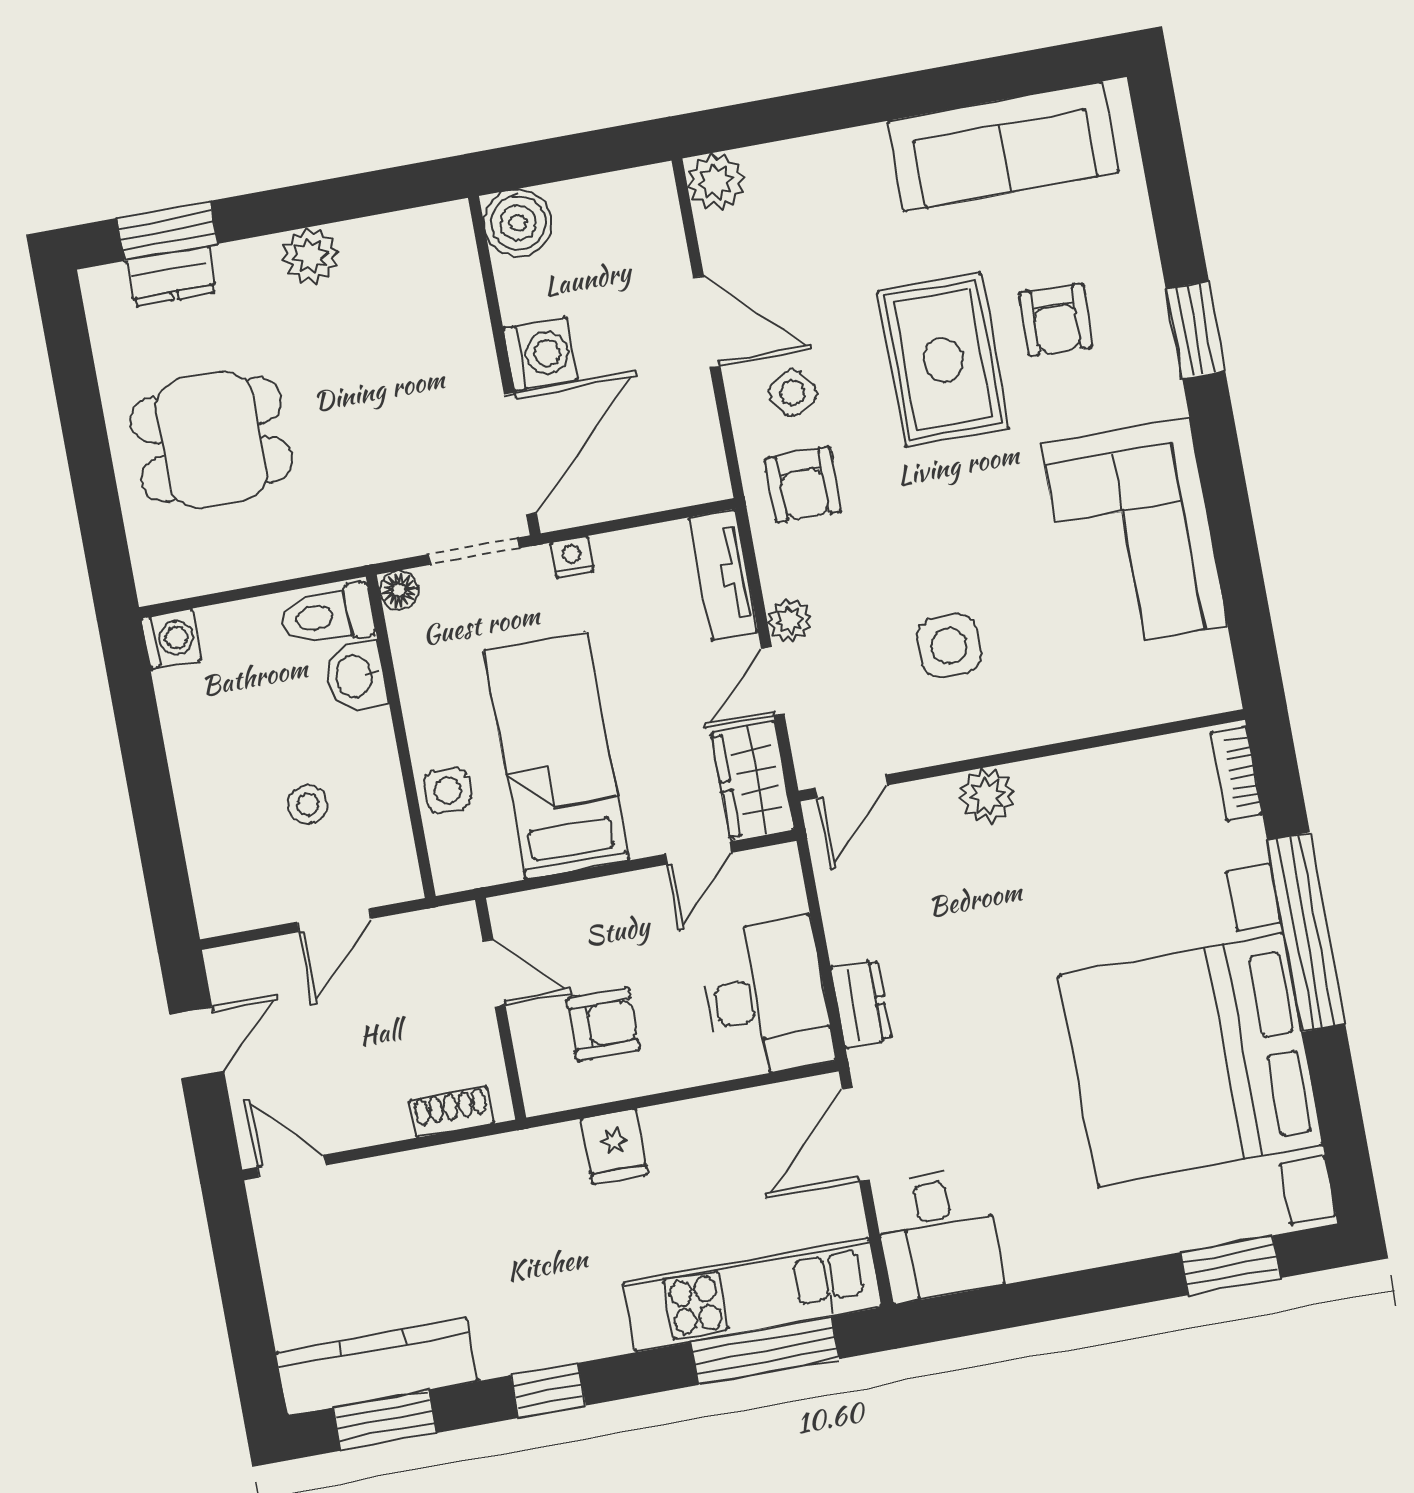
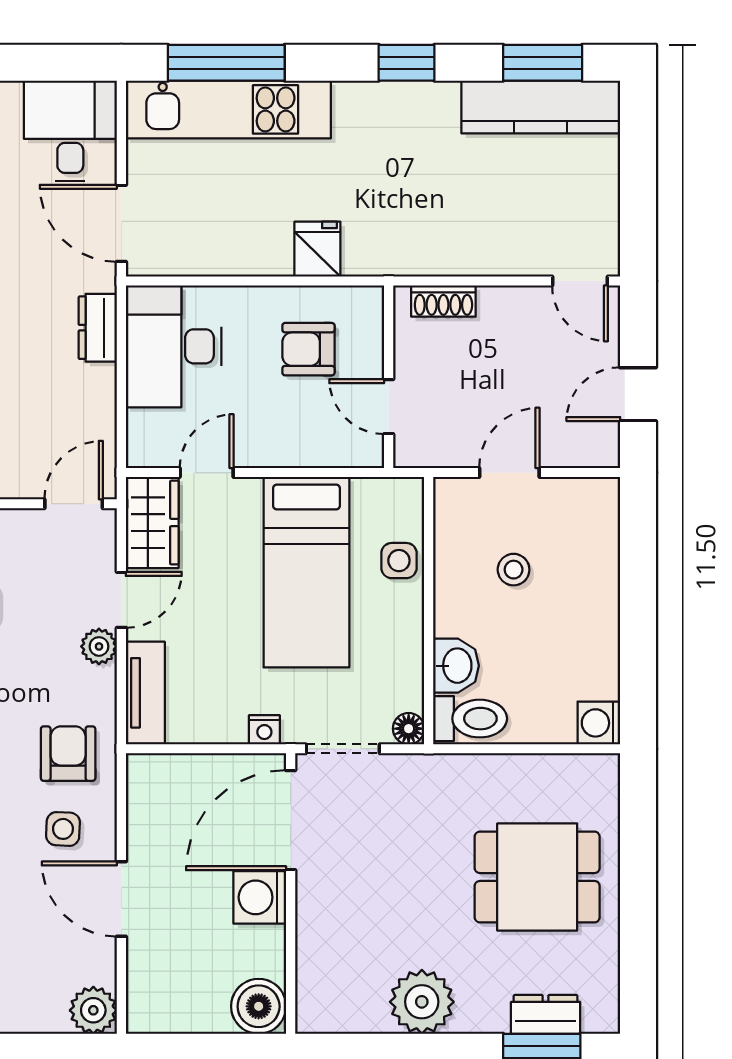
plant: (311, 256) -> (422, 1002), width x1.36, depth x1.36
side table: (792, 393) -> (63, 829), turned 37
door: (856, 1134) -> (121, 223), swing flipped

